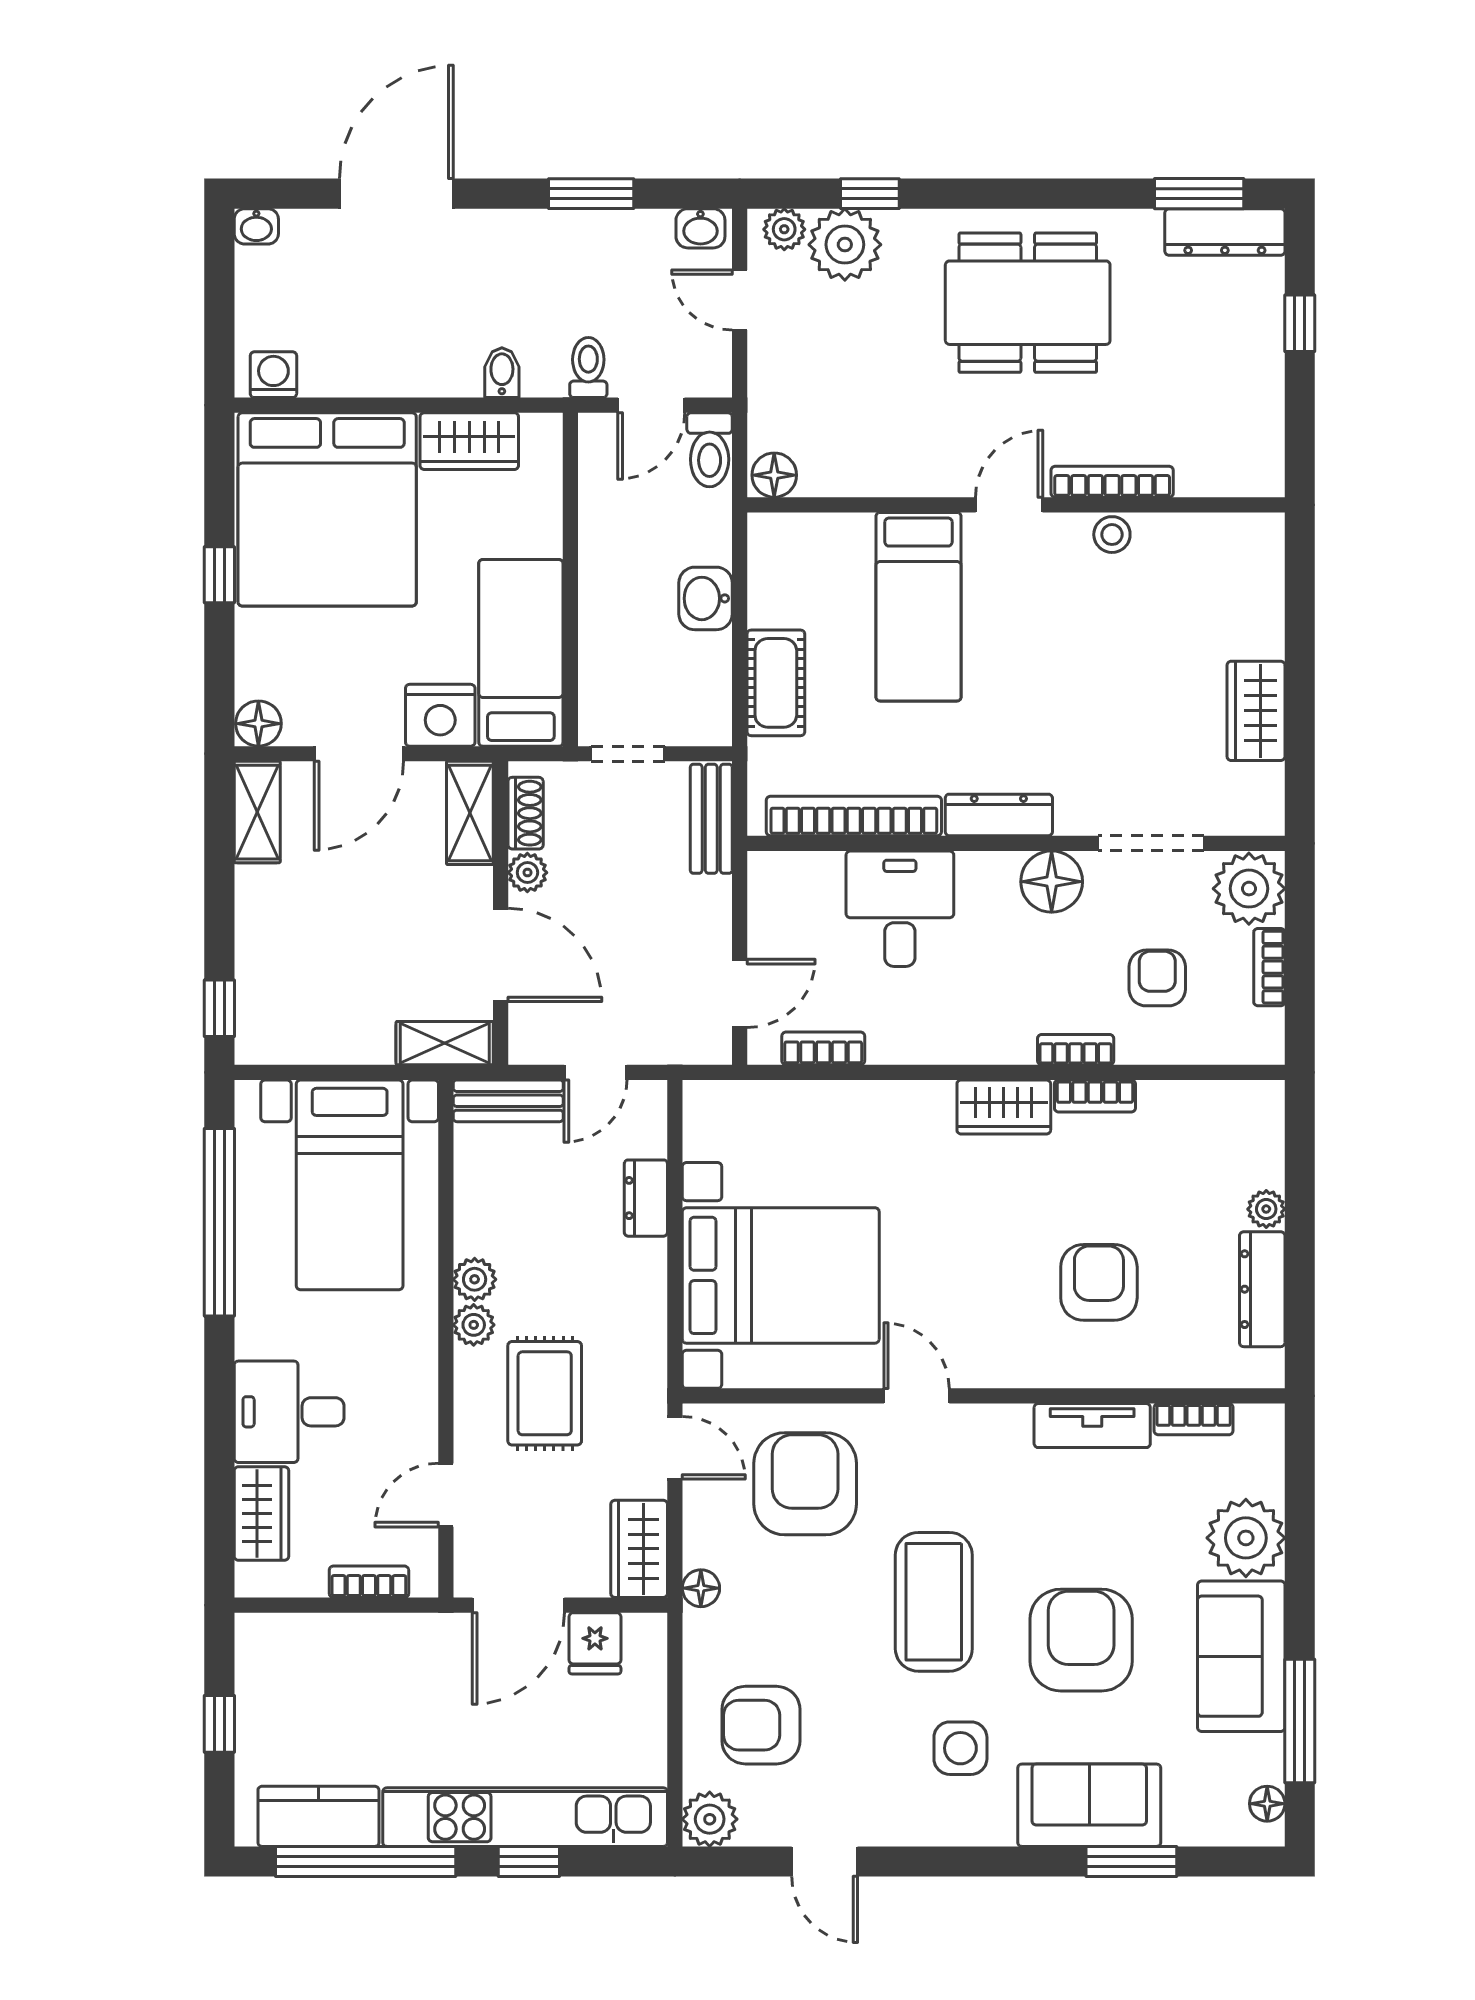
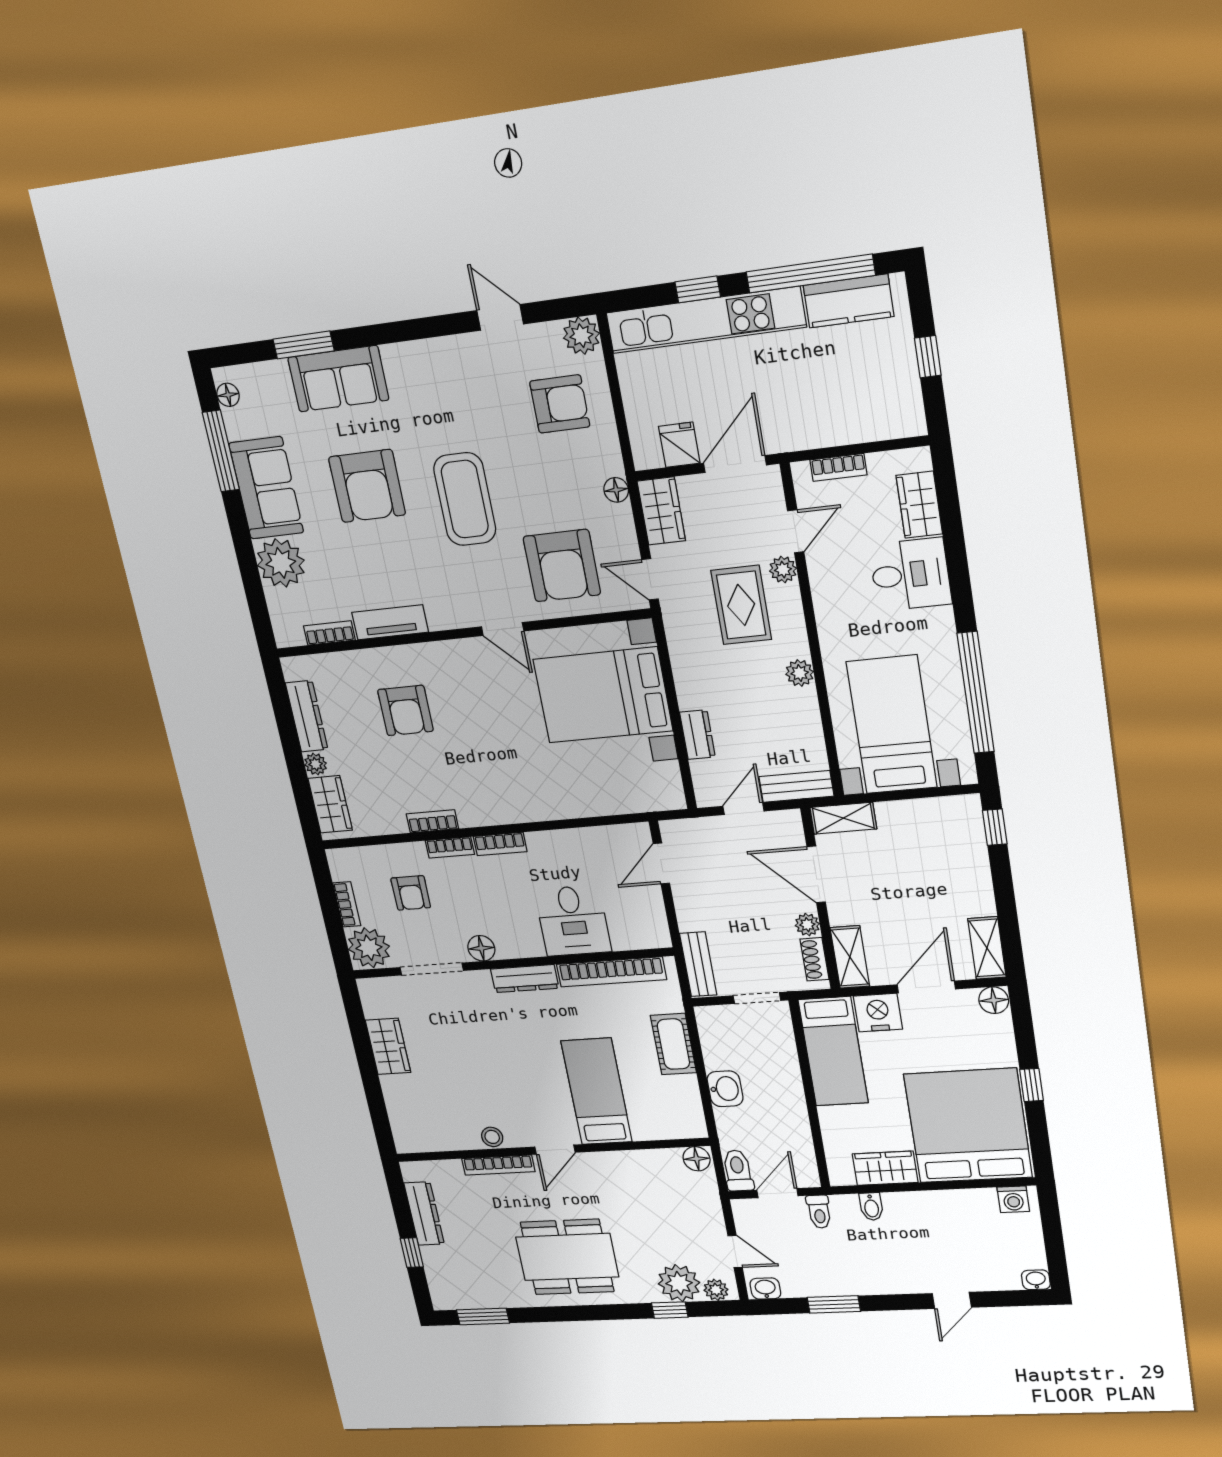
door: (396, 194) -> (952, 1300), width x0.53
dresser: (1225, 232) -> (424, 1214), moved, turned 90
floor lamp: (1052, 882) -> (481, 948), width x0.73, depth x0.73
bookcase: (823, 1048) -> (500, 844), moved
wardrobe: (1004, 1107) -> (330, 804), moved, turned 90
plant: (474, 1325) -> (783, 570), moved
side table: (960, 1748) -> (428, 406), removed

